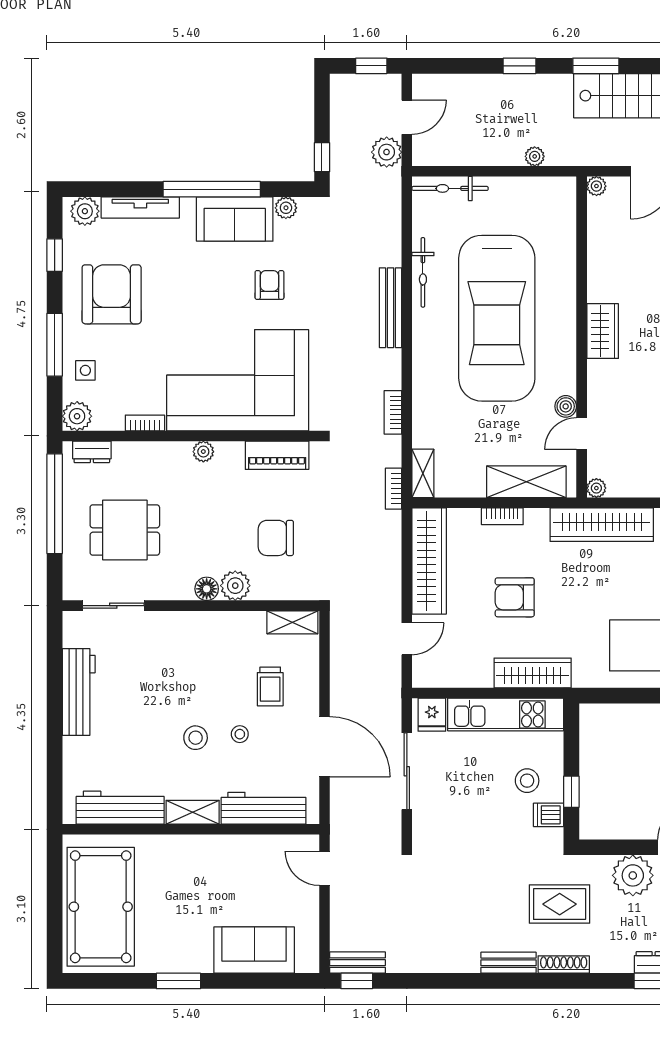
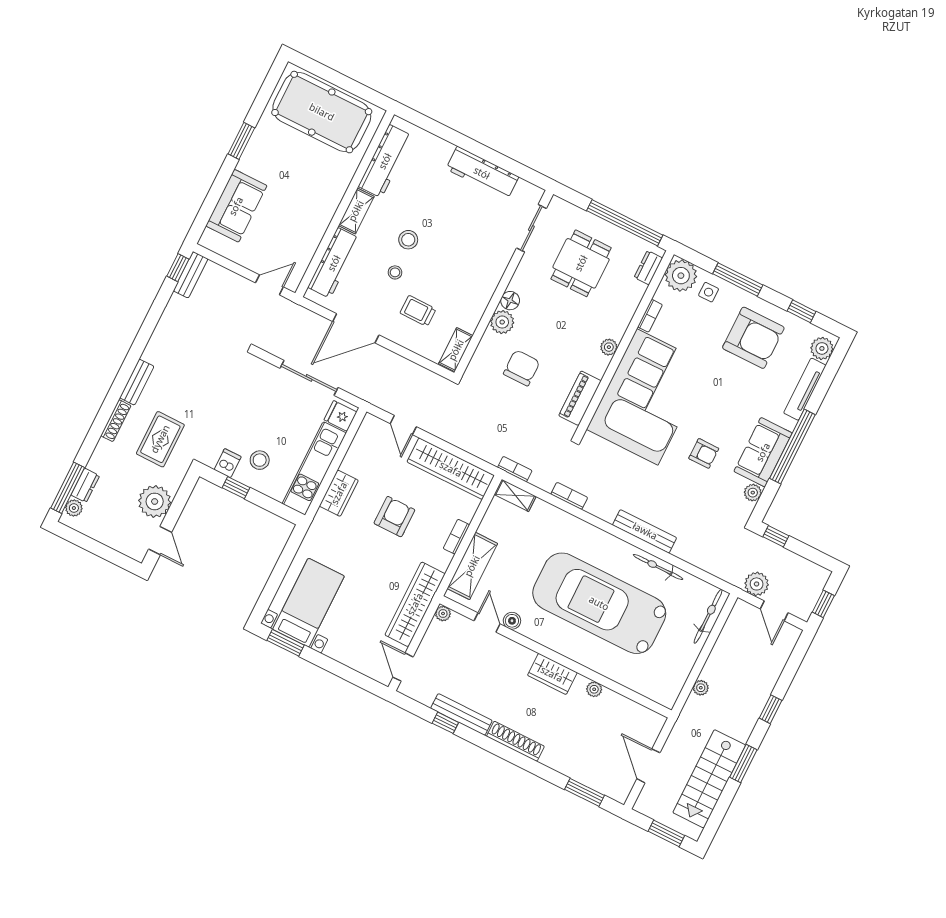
plant: (596, 186) -> (594, 689), moved
plant: (77, 416) -> (681, 276), width x1.36, depth x1.36
wardrobe: (533, 673) -> (339, 493), width x0.67

